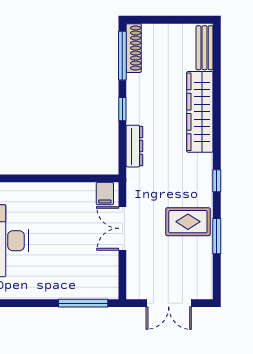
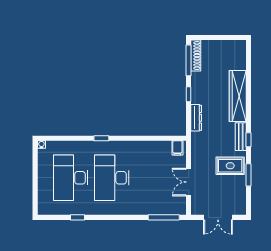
bench: (205, 48) -> (241, 137), moved
double door: (122, 228) -> (189, 182), moved

